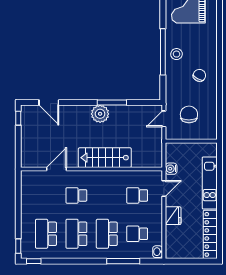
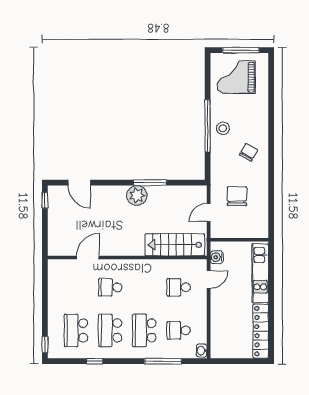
door: (164, 119) -> (209, 213), moved
wall: (191, 141) -> (239, 240), moved
stairs: (105, 158) -> (175, 245), moved
fridge: (173, 216) -> (219, 310), removed
window: (34, 261) -> (95, 361), moved

